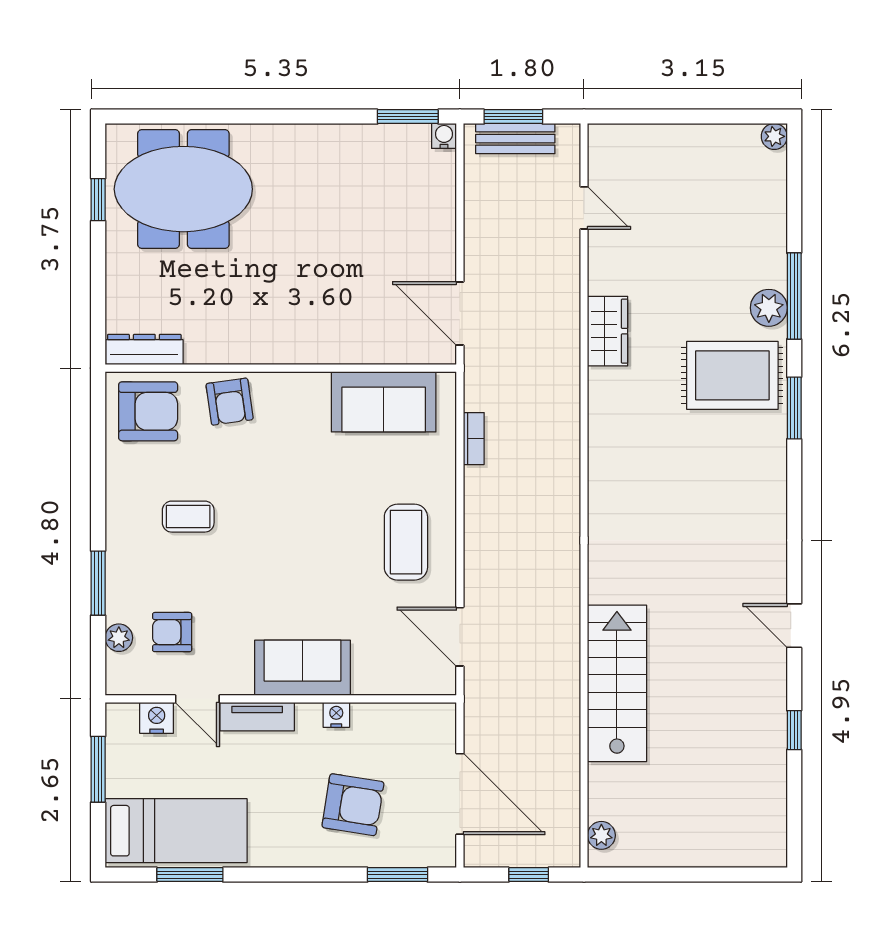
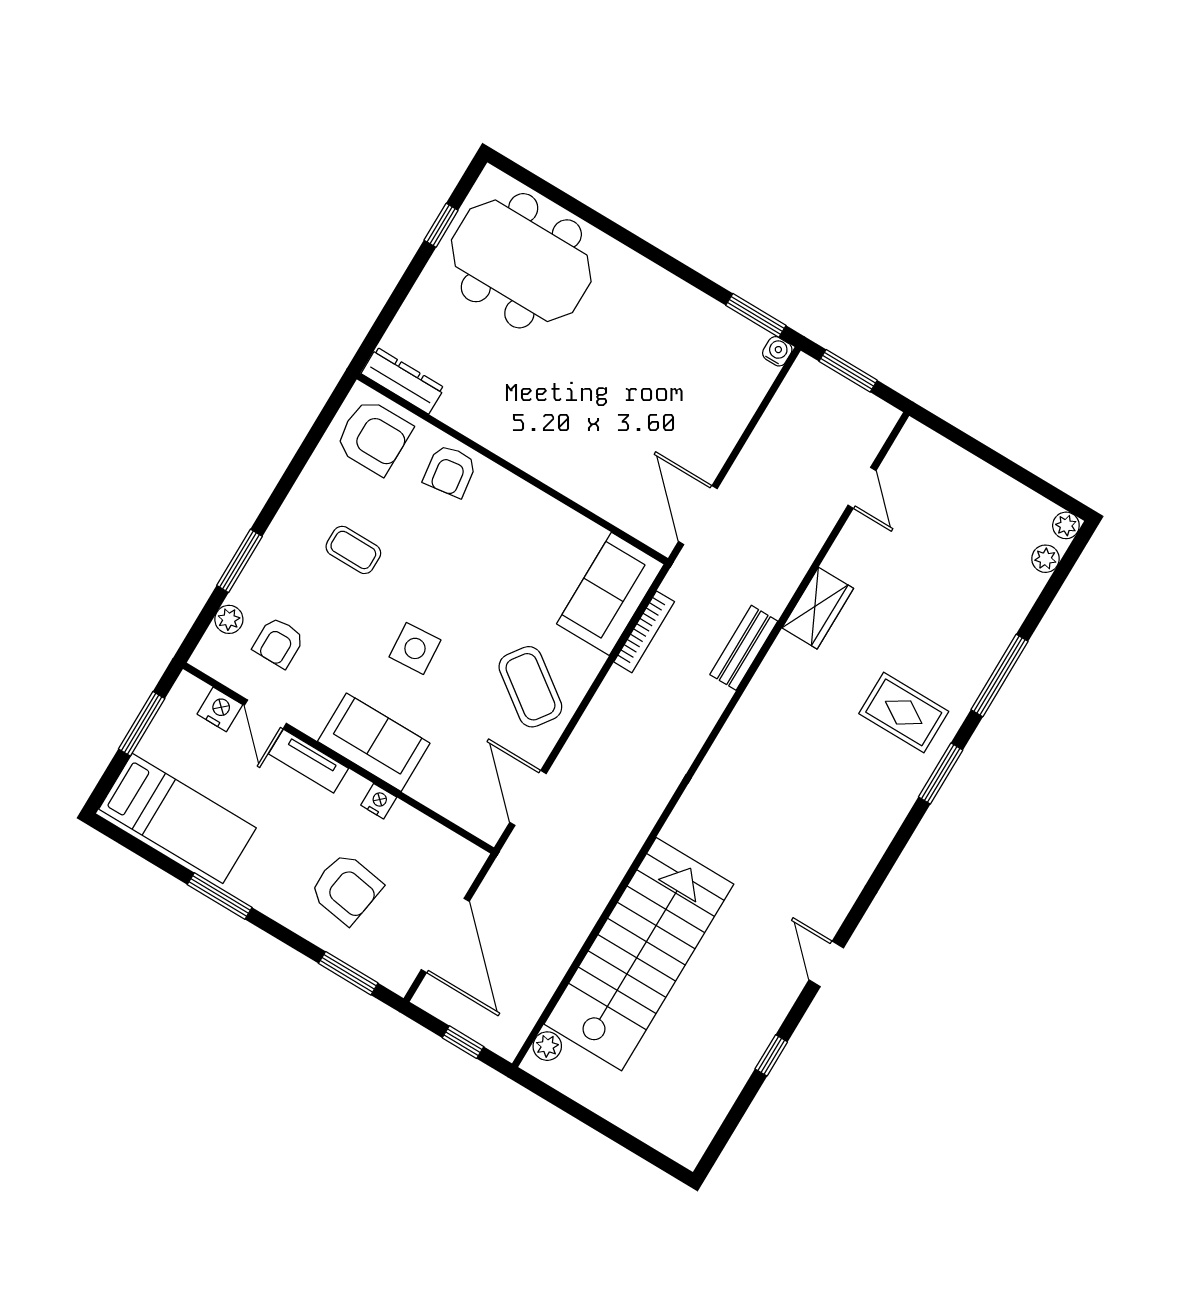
bench: (515, 139) -> (744, 648), moved, turned 90
plant: (769, 308) -> (1045, 559), moved, width x0.73, depth x0.73
rug: (732, 375) -> (904, 712), width x0.73, depth x0.70
sofa: (384, 402) -> (610, 594), moved, turned 90
bookcase: (474, 439) -> (644, 632), width x1.56
coffee table: (406, 542) -> (530, 687), turned -54
side table: (290, 568) -> (415, 648), added
armchair: (172, 632) -> (279, 643), turned -90
stairs: (617, 683) -> (639, 954), width x1.36, depth x1.51
window: (190, 875) -> (220, 896), moved

